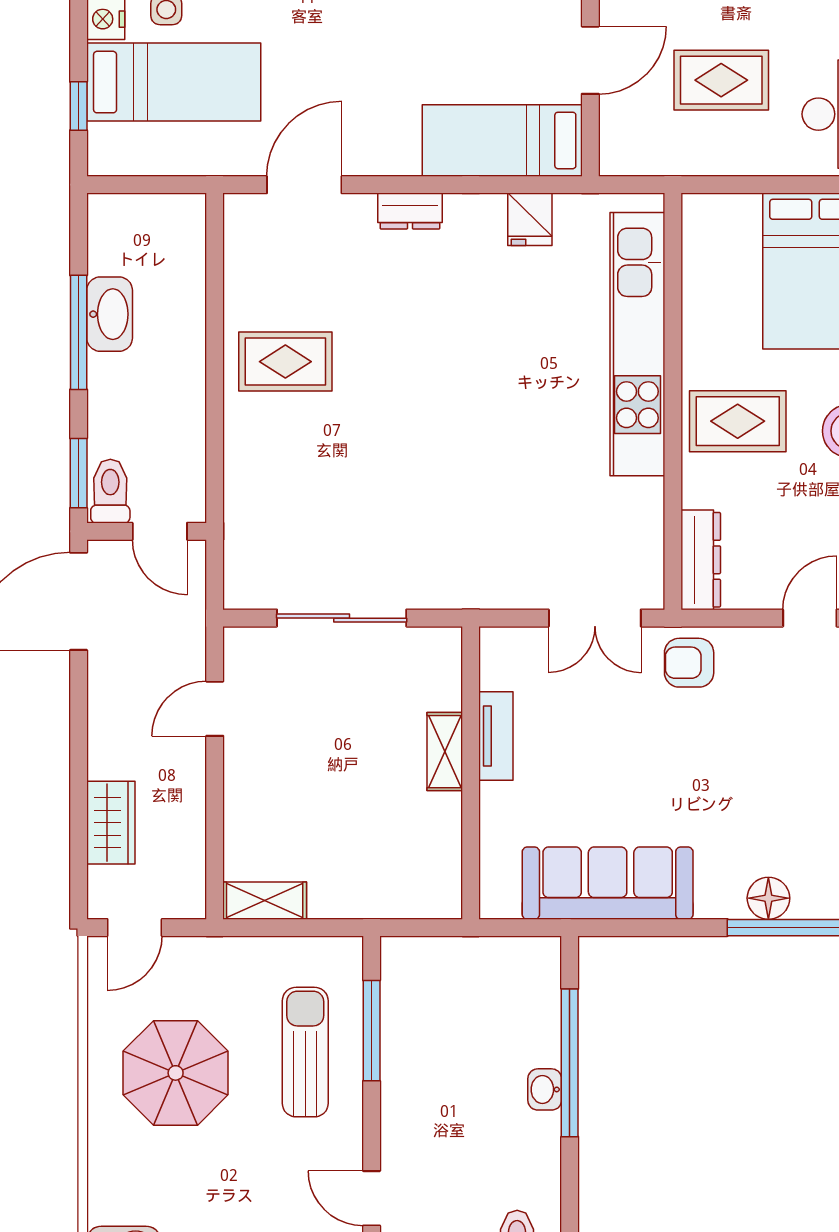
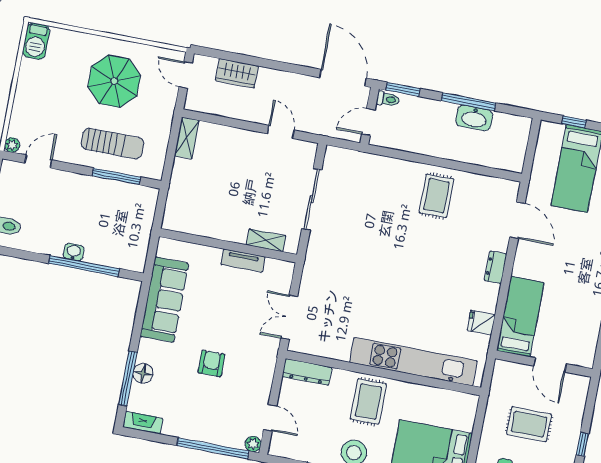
rug: (721, 80) -> (529, 424), turned 90
toilet: (110, 491) -> (388, 99), width x0.73, depth x0.72
armchair: (689, 663) -> (211, 363), moved
shelving: (445, 752) -> (266, 240), moved

